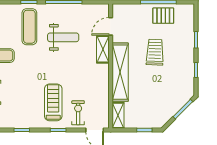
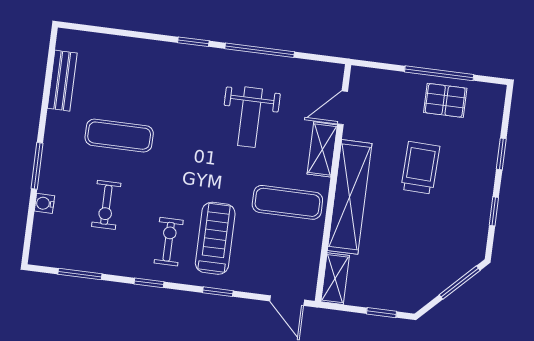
exercise mat: (29, 27) -> (287, 202), moved, turned 90
weight bench: (63, 37) -> (250, 117), turned 90
exercise bike: (78, 113) -> (169, 242), moved

